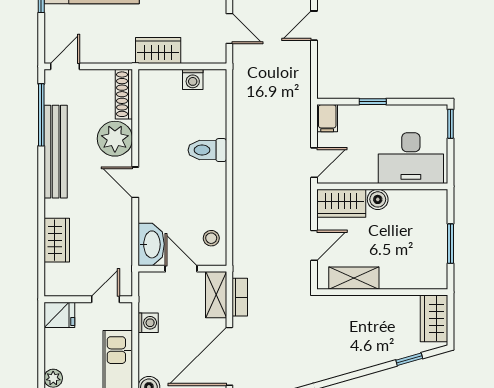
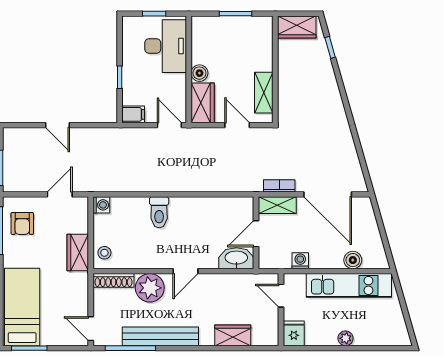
washing machine: (193, 79) -> (101, 205), moved
window: (450, 124) -> (154, 14), moved
stool: (211, 238) -> (104, 253), moved

